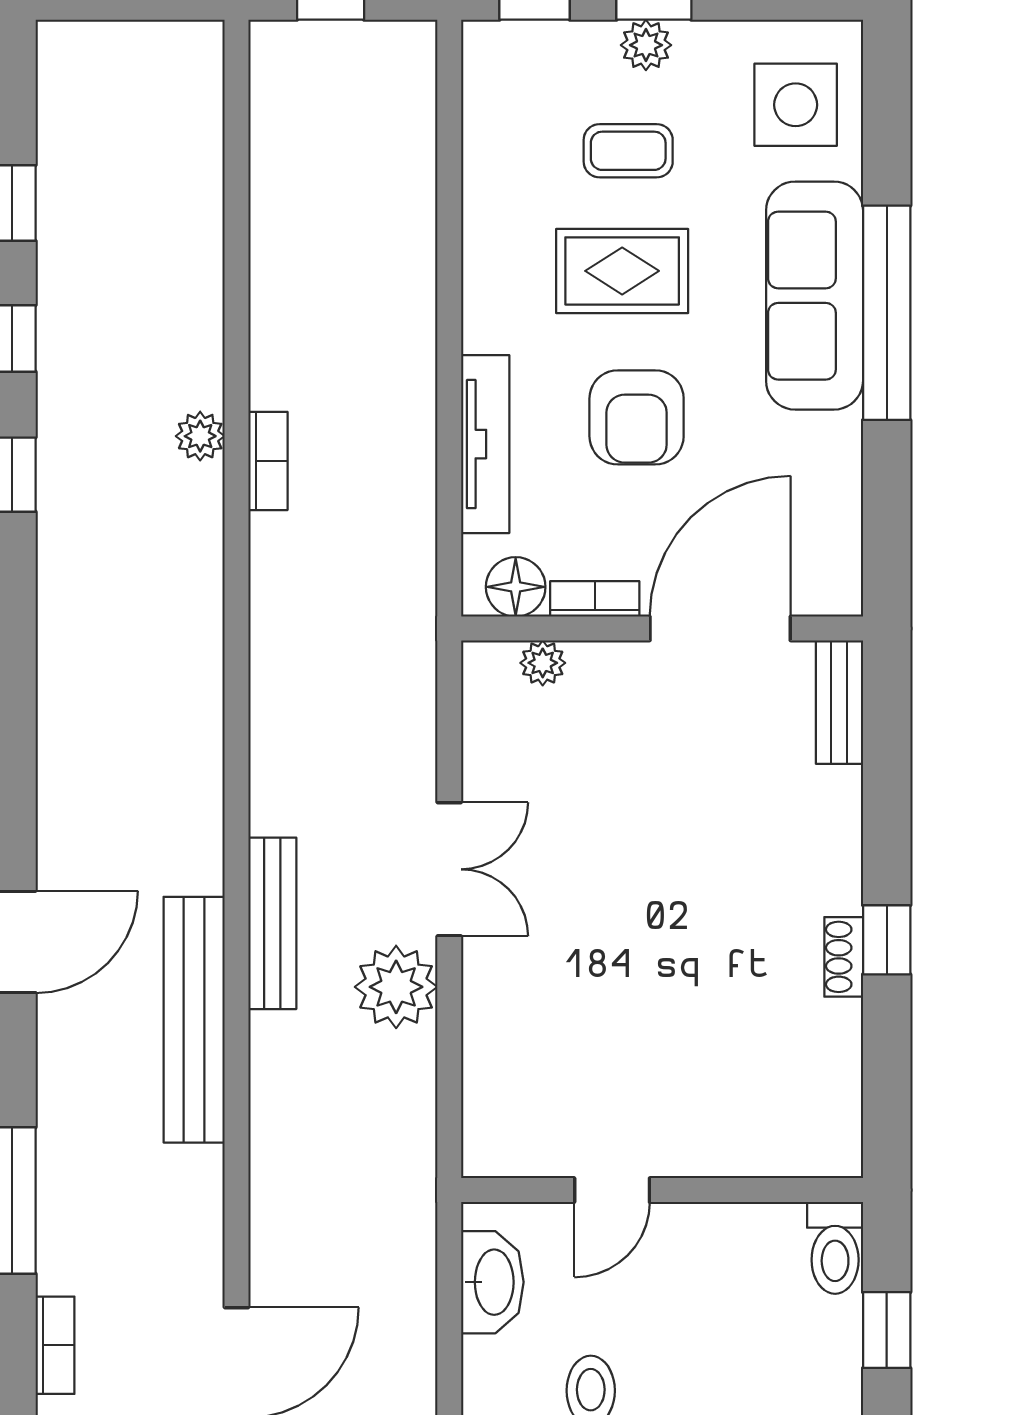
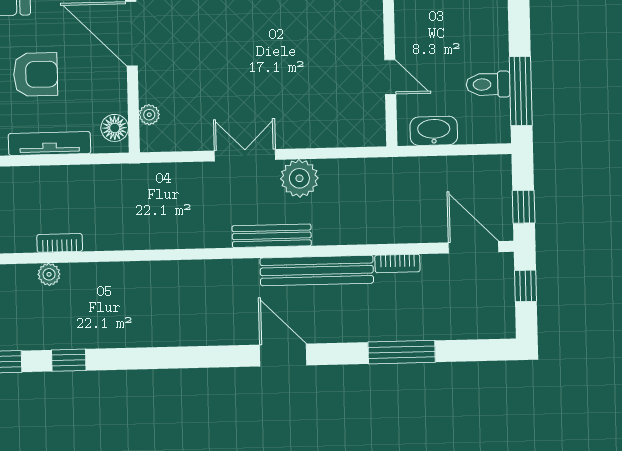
bookcase: (595, 599) -> (119, 92), removed
bookcase: (55, 1345) -> (397, 263), moved, turned 180

